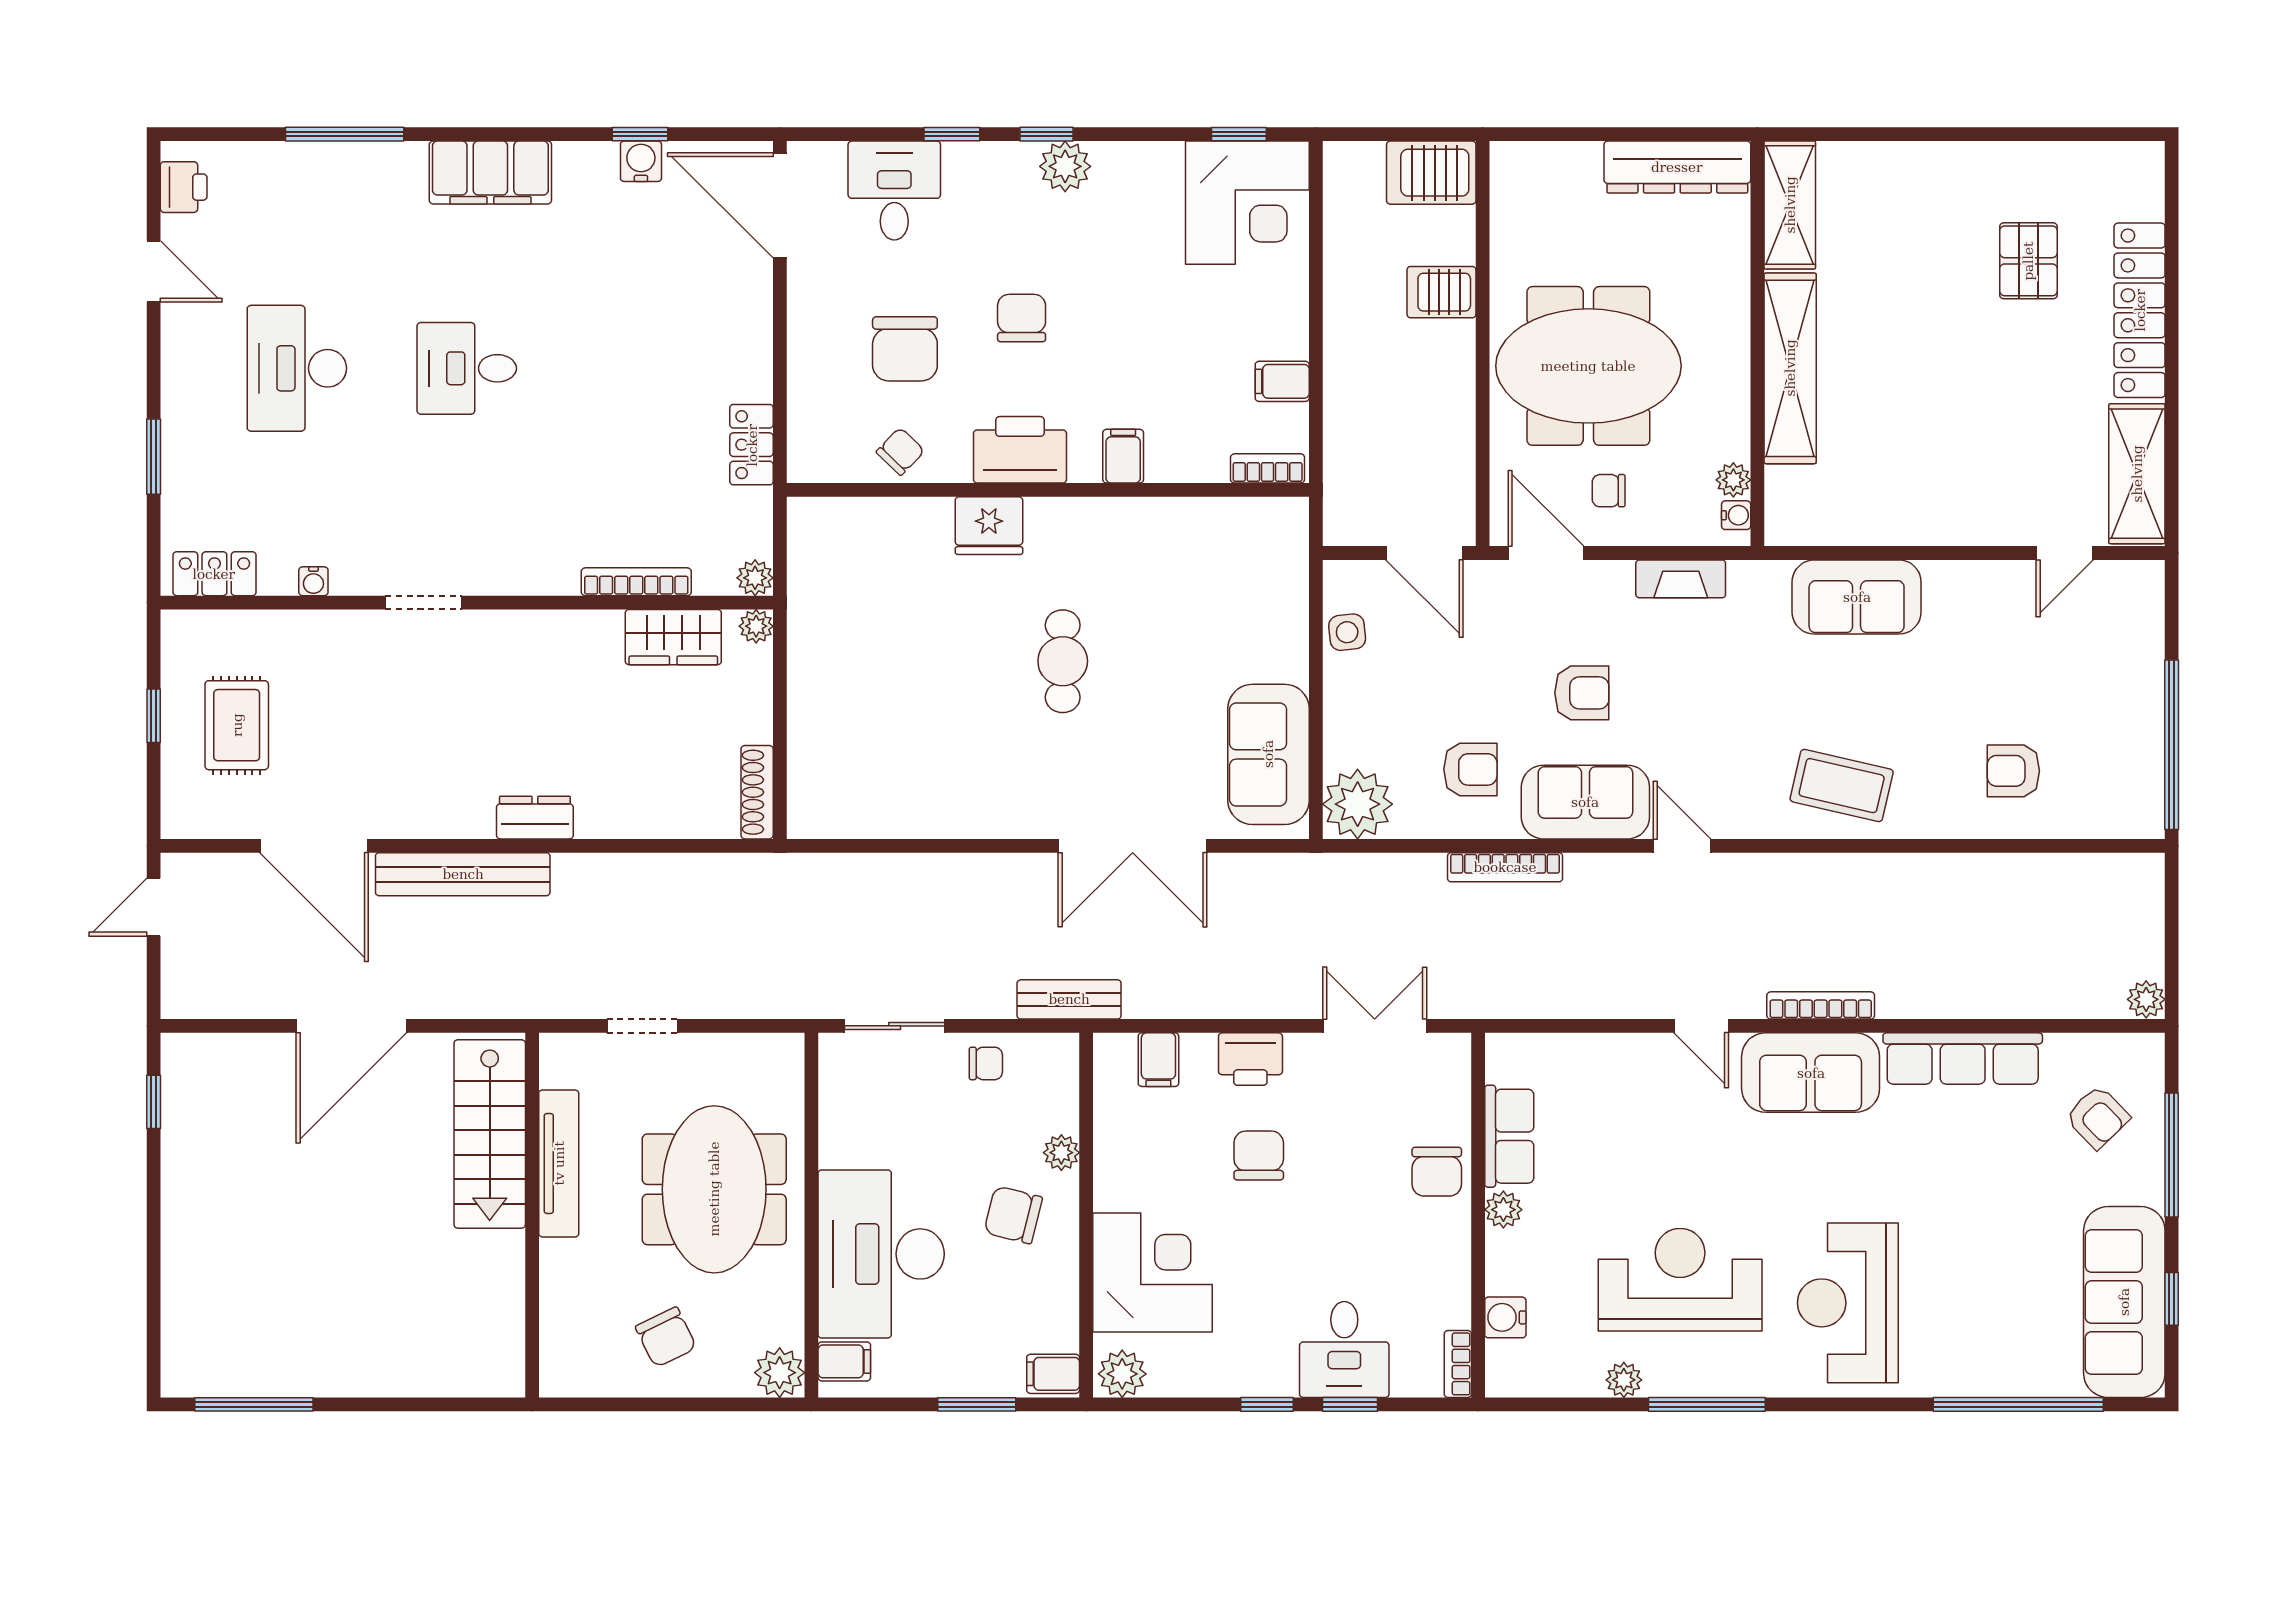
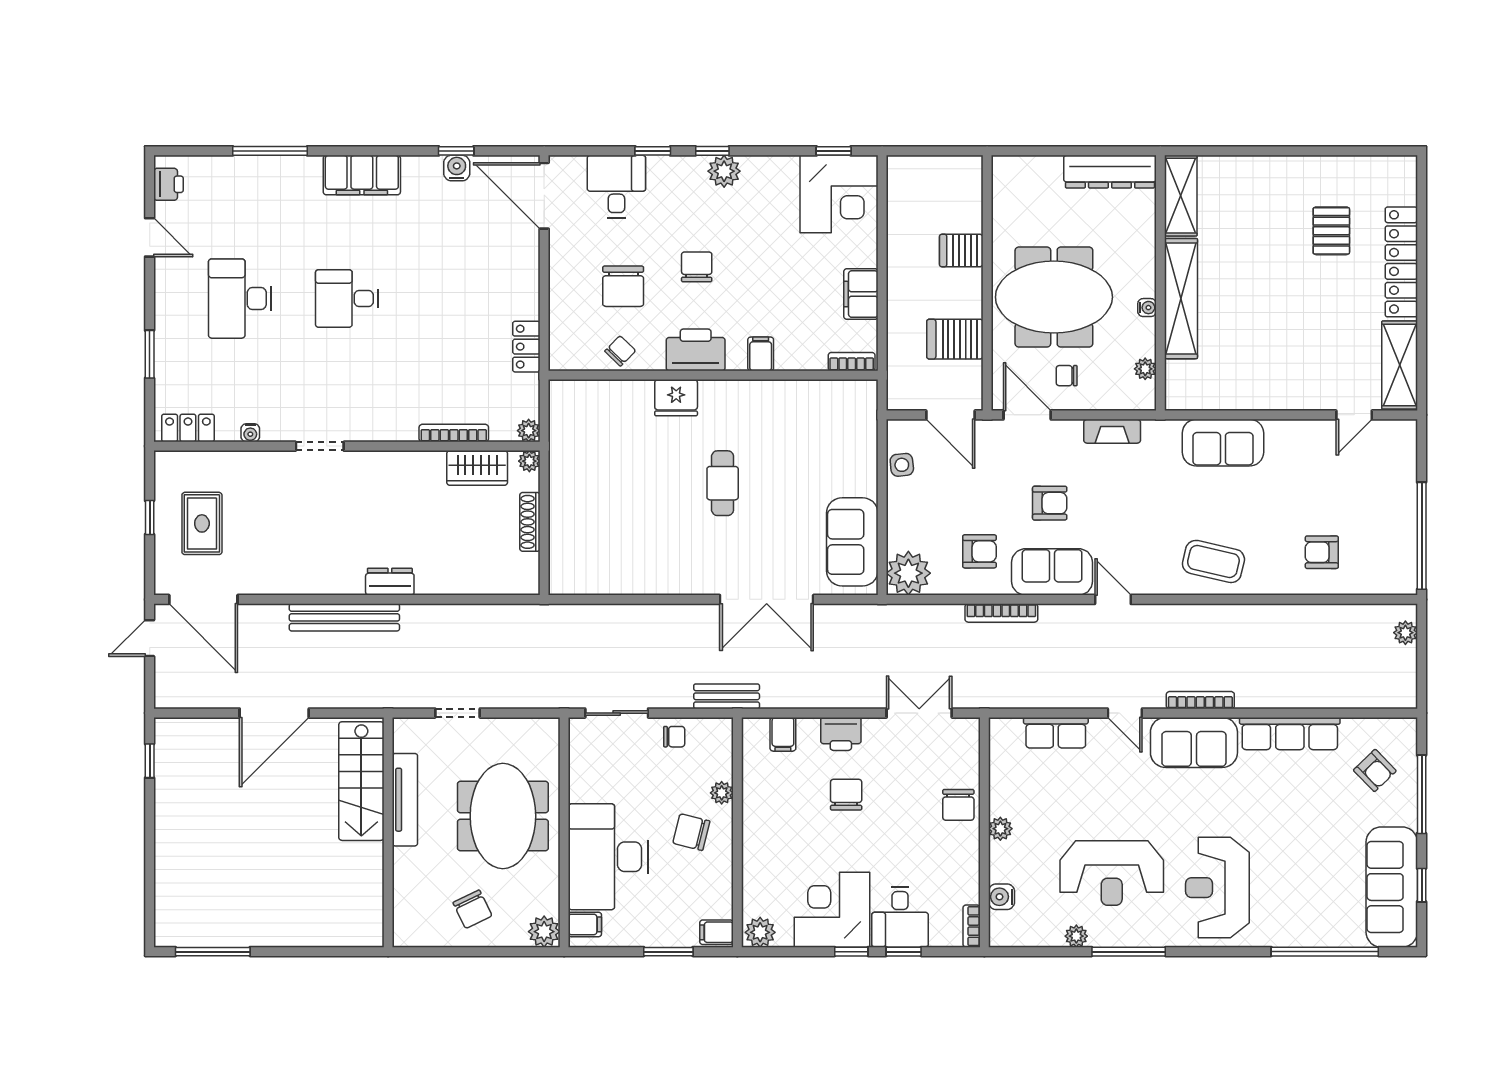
server rack: (1431, 173) -> (955, 339), moved
filing cabinet: (1282, 381) -> (861, 294), width x2.00
water cooler: (1736, 515) -> (1147, 308), moved
shoe rack: (757, 792) -> (530, 522), moved
door: (314, 846) -> (203, 599), moved
plant: (2146, 999) -> (1405, 633), moved
row of seats: (1509, 1136) -> (1056, 733), moved, turned 90
corner desk: (1153, 1272) -> (832, 910), moved, turned -90
reception desk: (1680, 1280) -> (1112, 873), turned 180

